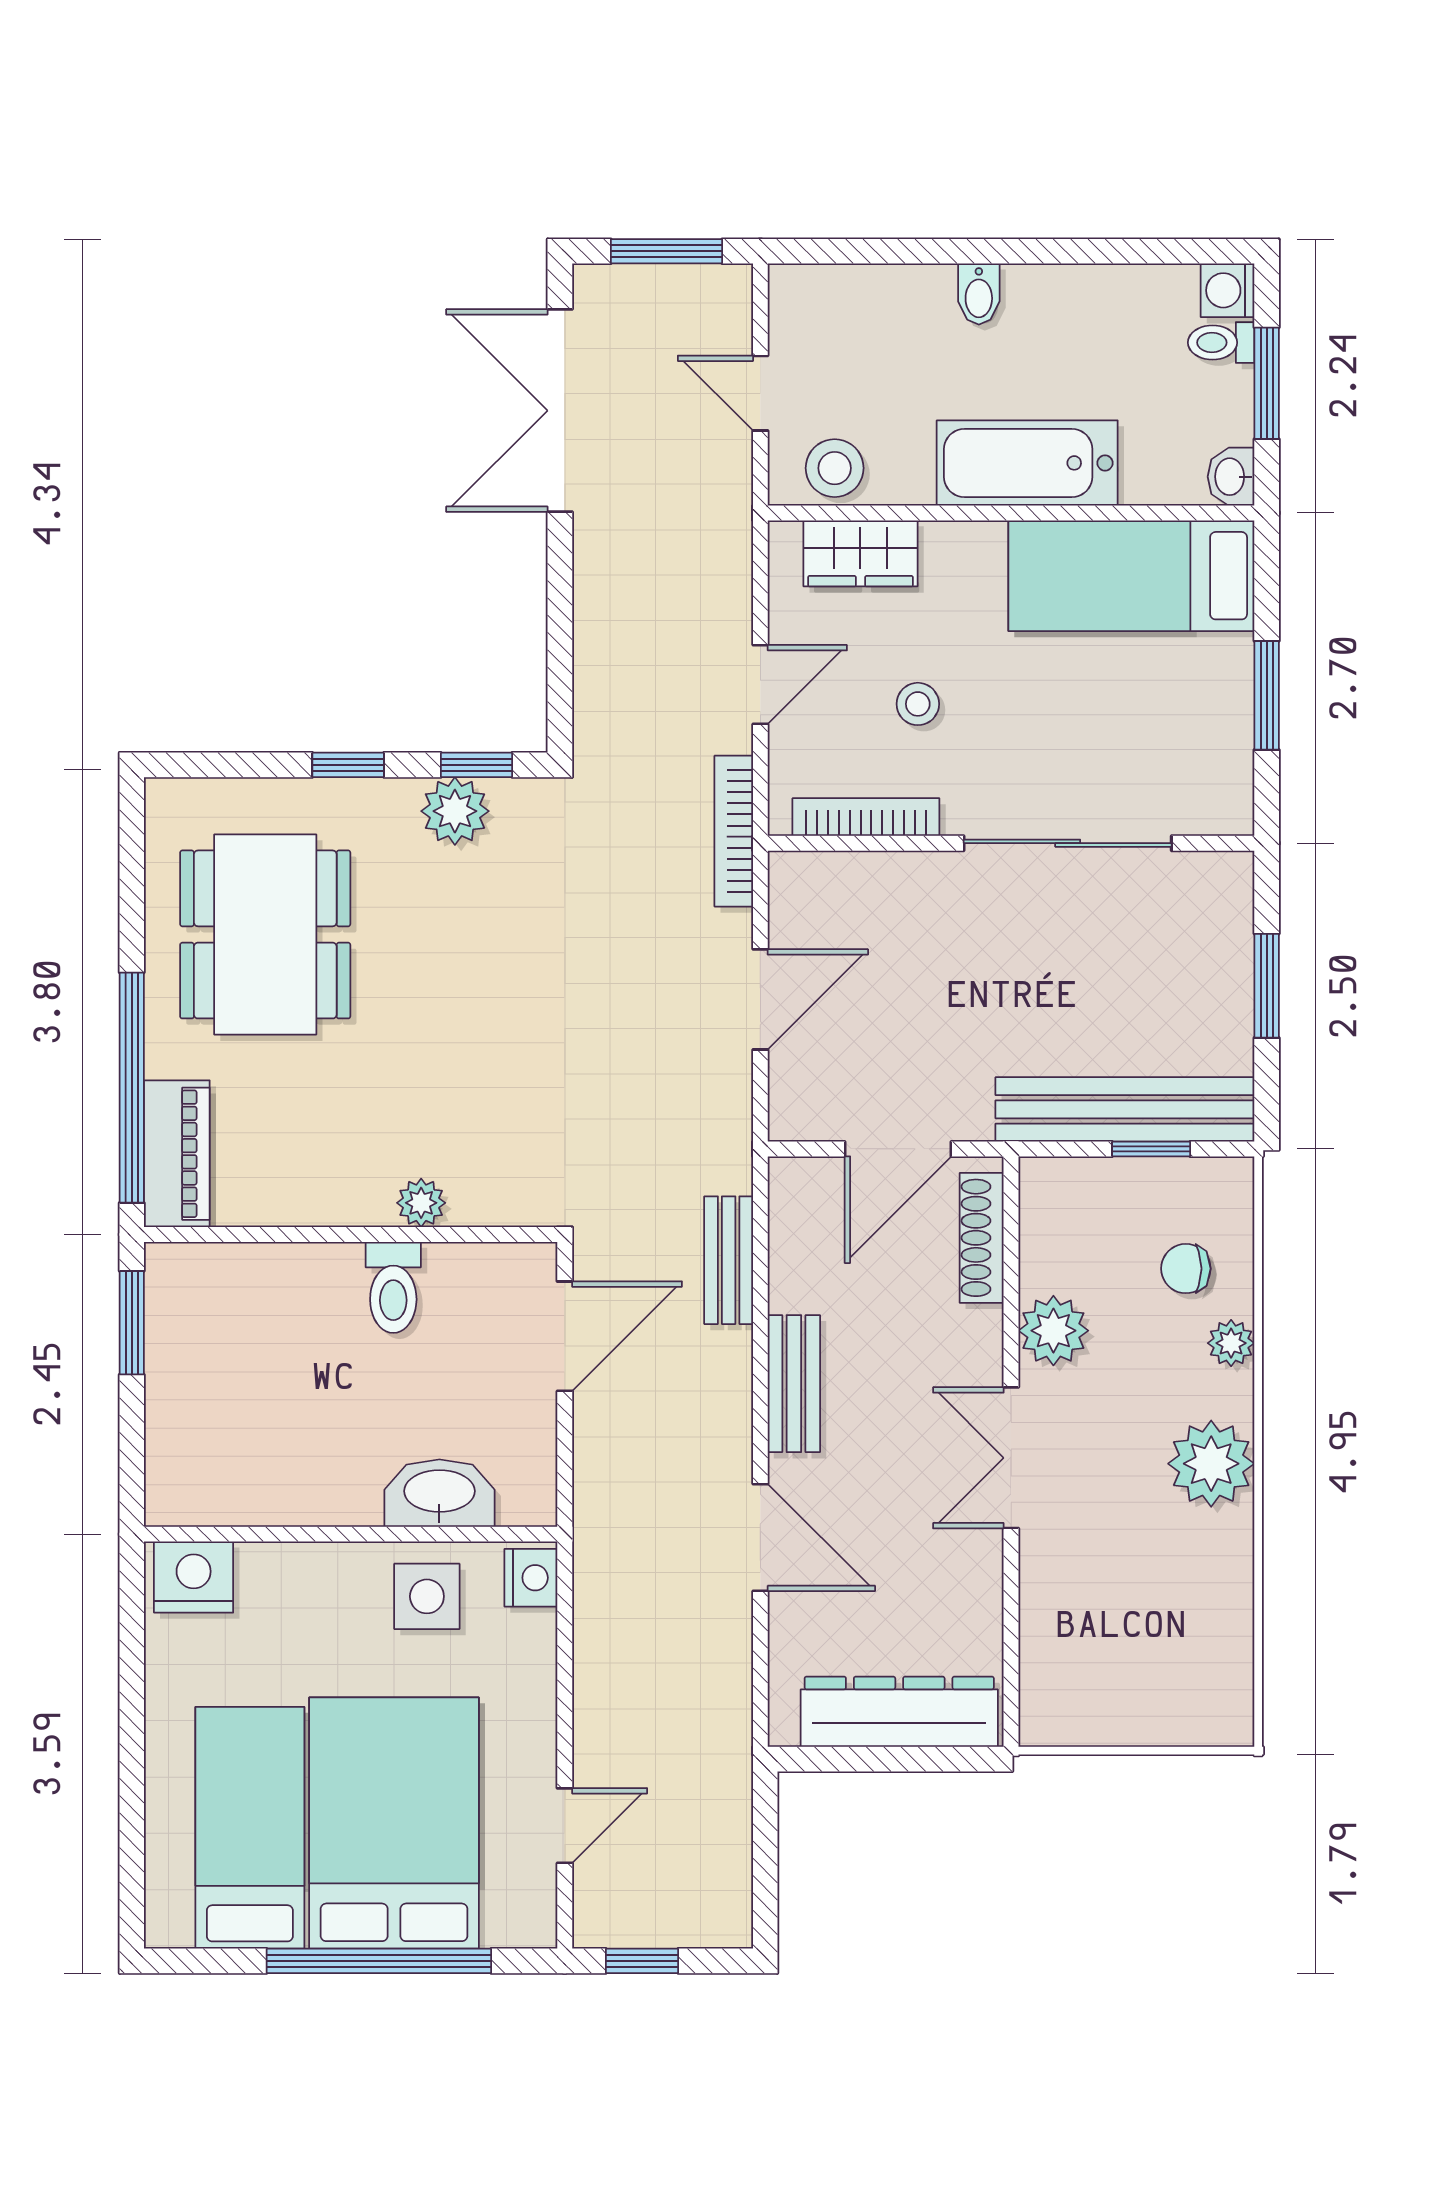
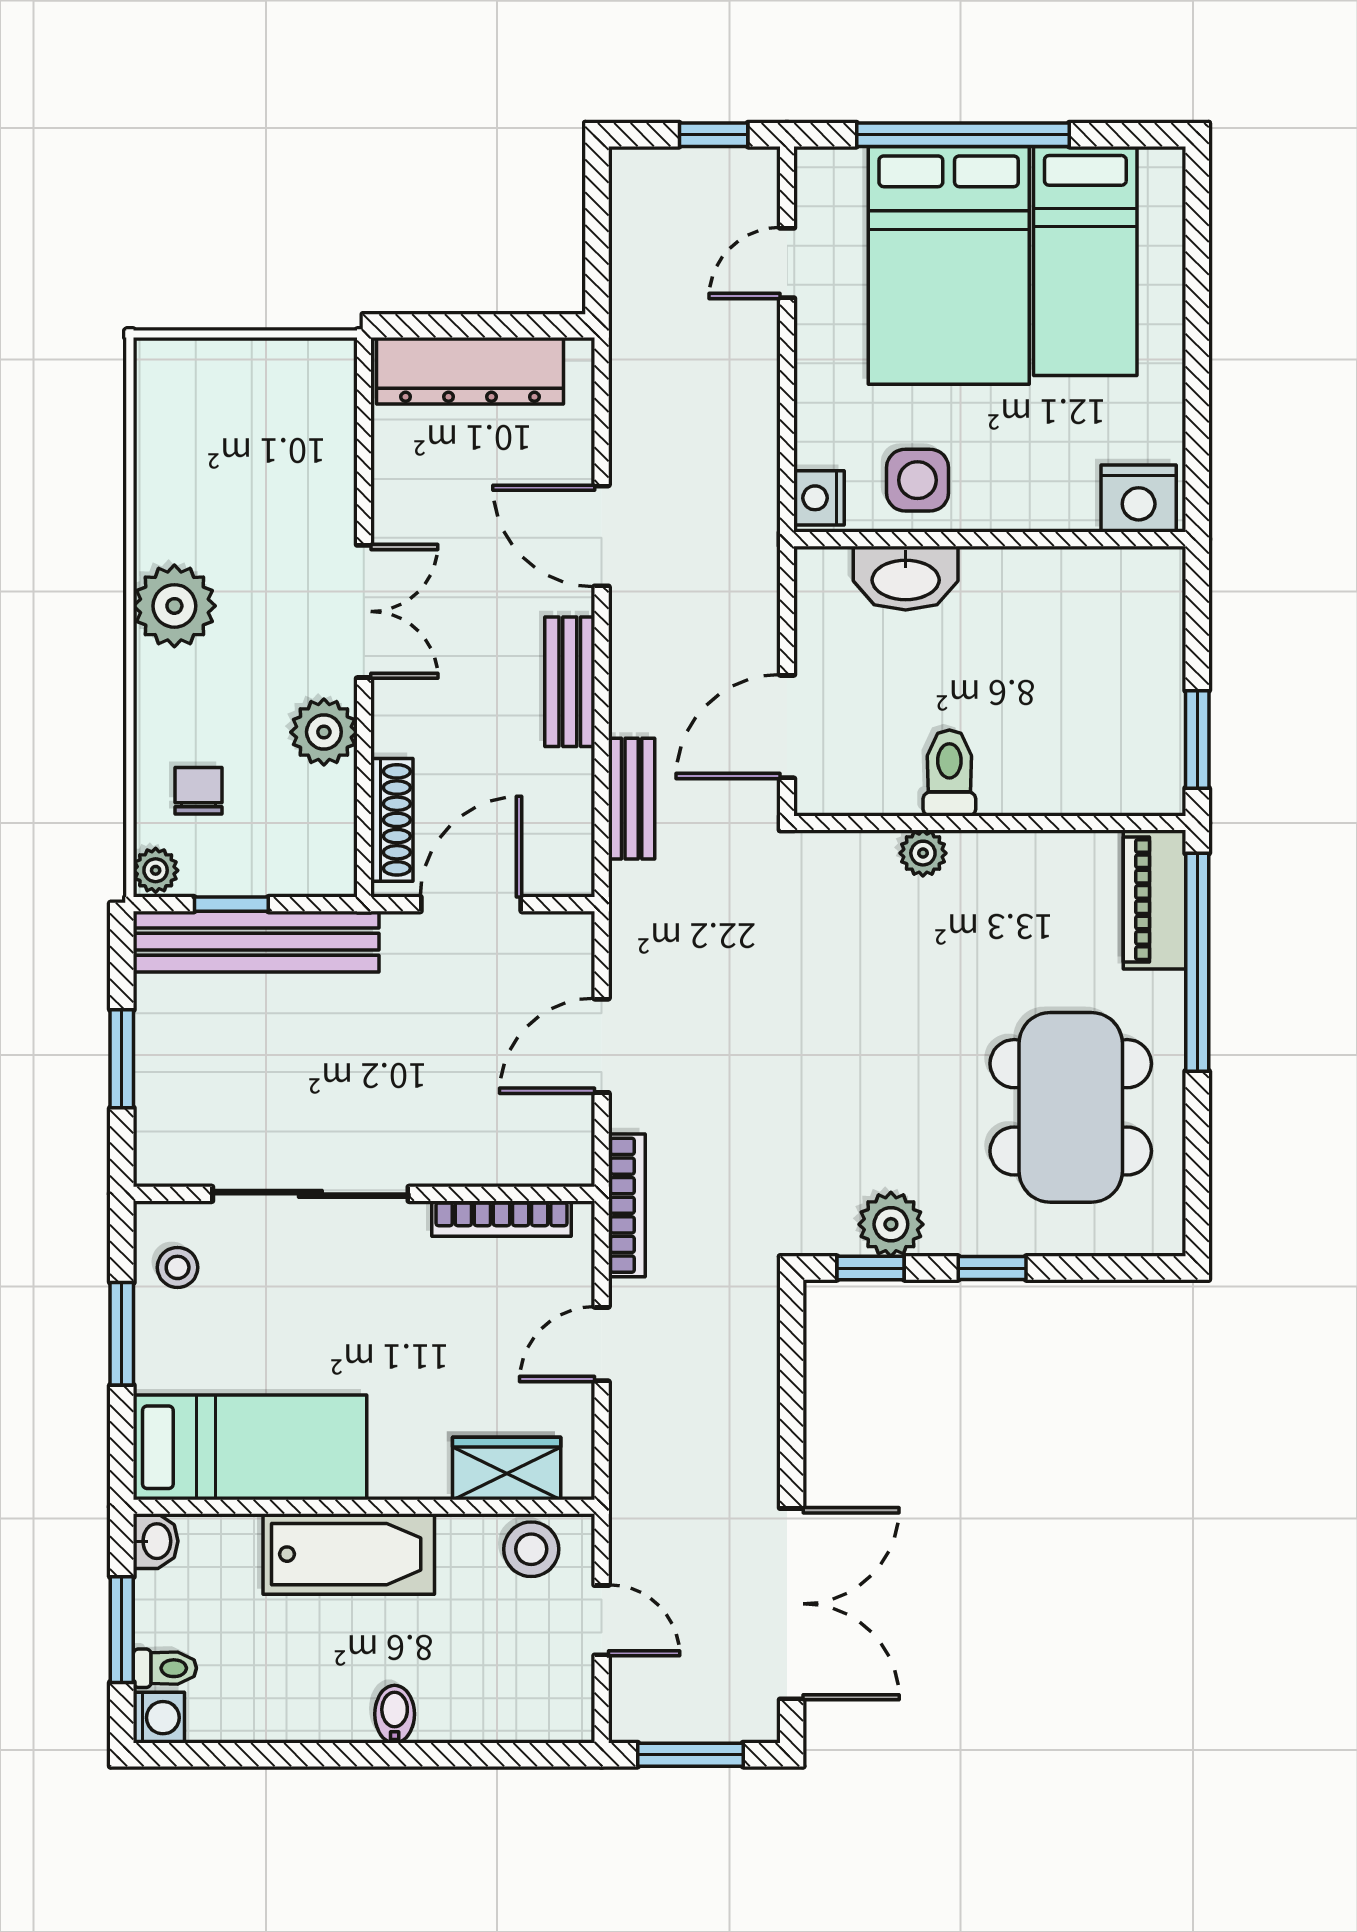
stool: (918, 704) -> (178, 1267), moved
chair: (1186, 1269) -> (198, 791), turned -90
plant: (1231, 1343) -> (156, 870), moved

